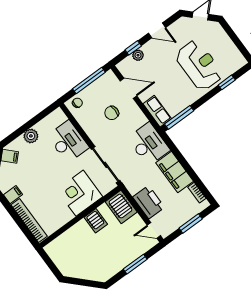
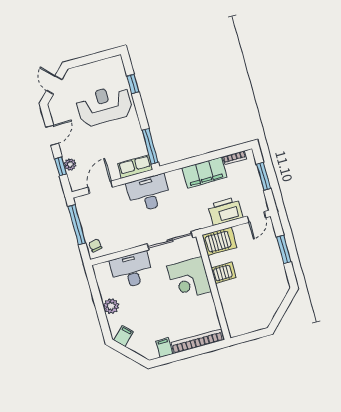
chair: (112, 113) -> (119, 214), removed
desk: (149, 144) -> (149, 193), moved

